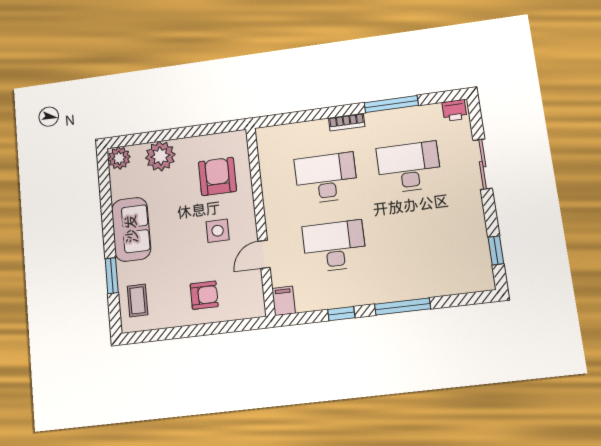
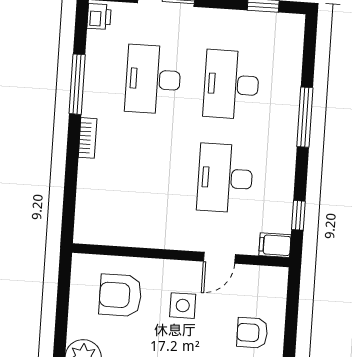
desk: (326, 178) -> (231, 84), moved
door: (264, 254) -> (219, 258), hinge flipped
armchair: (204, 295) -> (252, 333), turned -90
window: (341, 314) -> (298, 215), moved

